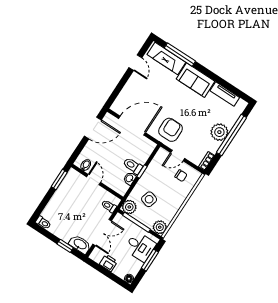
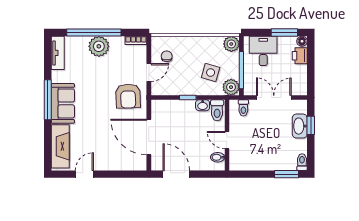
window: (180, 55) -> (48, 100), moved
tv unit: (225, 94) -> (58, 53), moved
armchair: (171, 130) -> (128, 96), turned -92
door: (178, 155) -> (149, 72), hinge flipped
toilet: (133, 166) -> (217, 110), moved
window: (59, 180) -> (287, 174), moved
door: (94, 180) -> (227, 140), hinge flipped
washbasin: (80, 244) -> (300, 126), moved
window: (150, 260) -> (284, 32), moved
printer: (108, 263) -> (300, 56), moved

